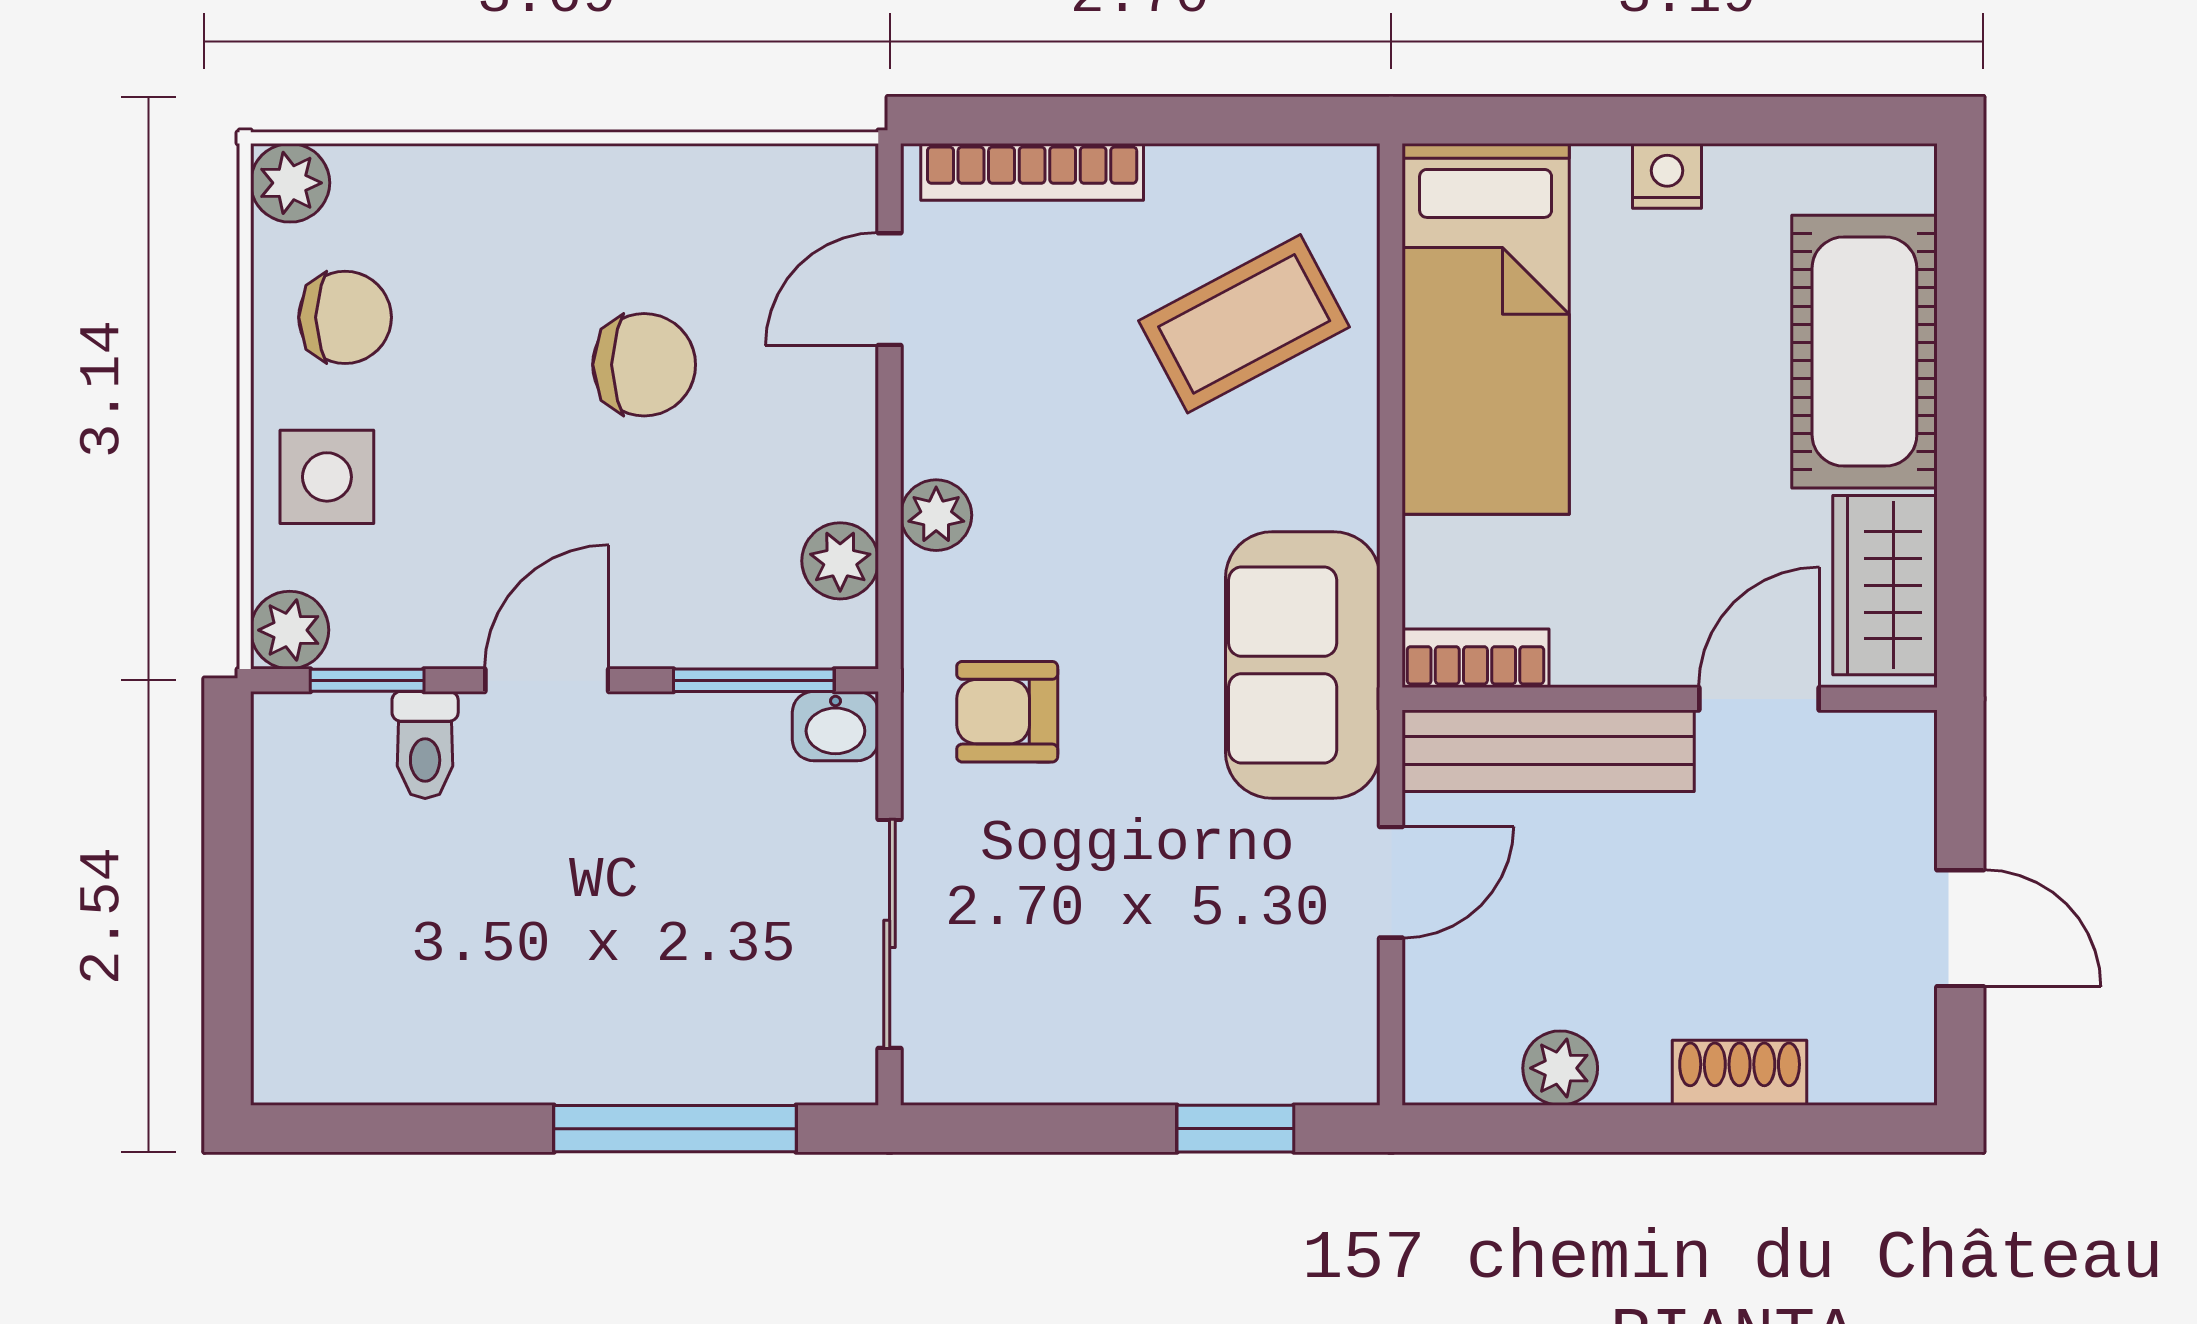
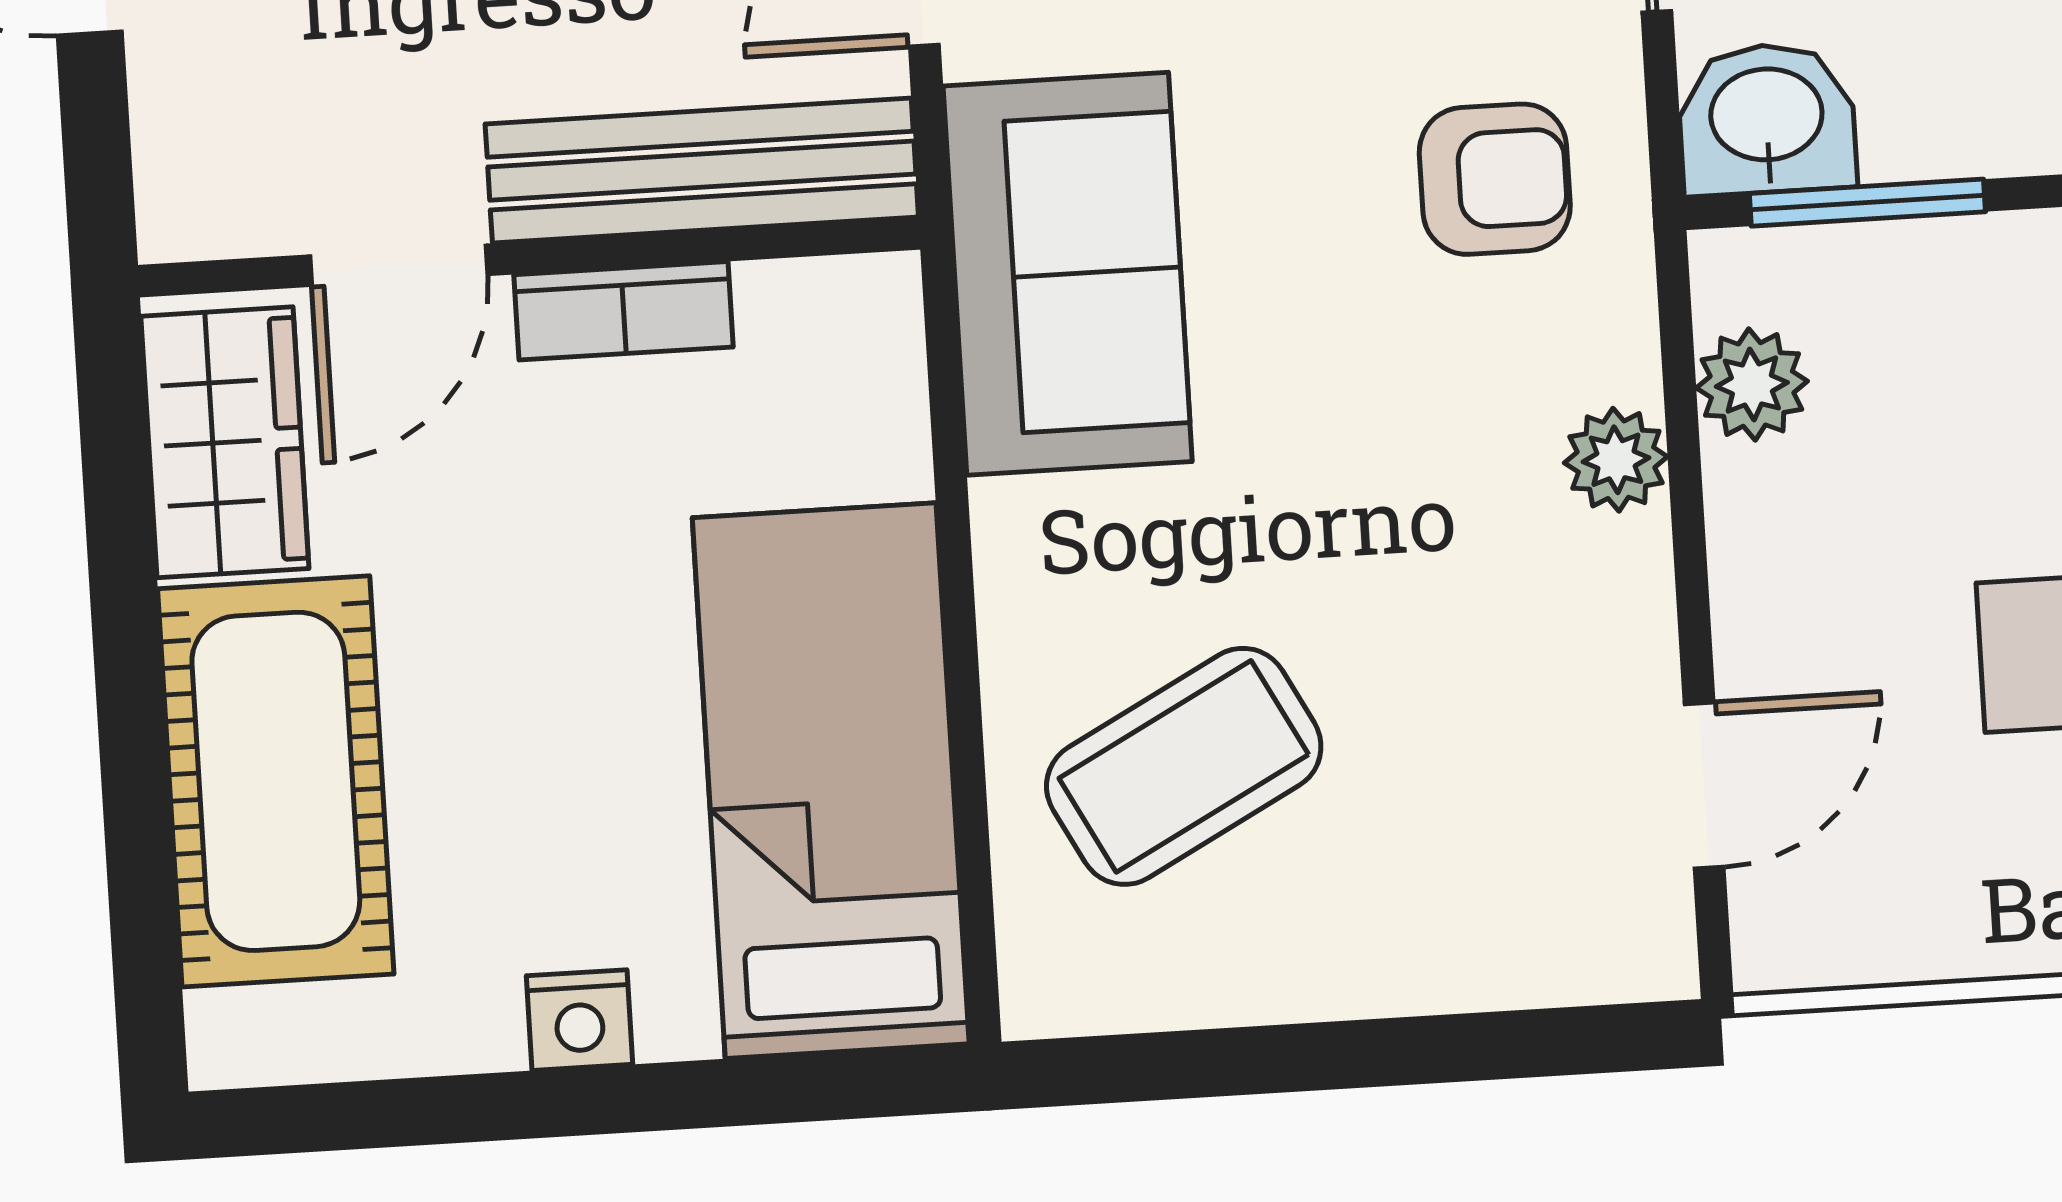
bookcase: (1032, 172) -> (1507, 969), removed
bookcase: (1475, 658) -> (624, 311), moved
washbasin: (835, 726) -> (1767, 119), width x1.38, depth x1.45

